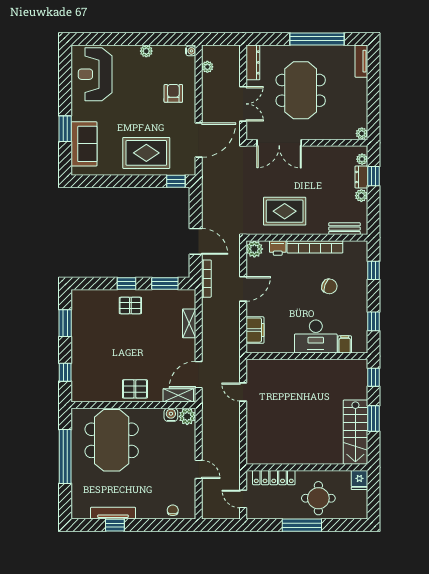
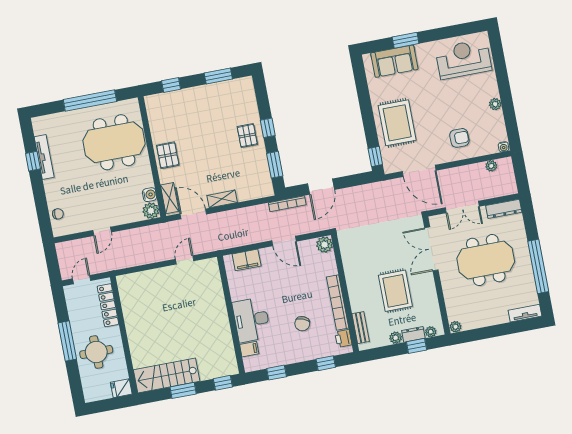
rug: (285, 211) -> (395, 291), moved
printer: (278, 248) -> (343, 338), moved
shelving: (189, 323) -> (222, 199), moved

